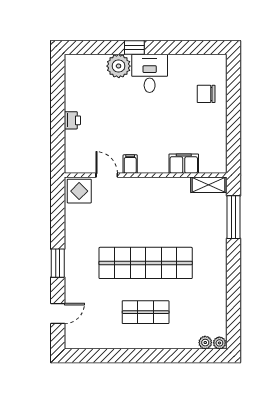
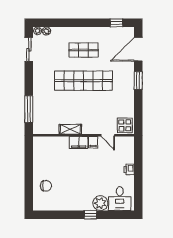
desk: (150, 73) -> (120, 199), moved
filing cabinet: (184, 164) -> (79, 142), moved
shelving: (208, 185) -> (70, 129), moved
door: (58, 313) -> (138, 49), width x1.88
sliding door: (233, 313) -> (29, 50), added
window: (93, 356) -> (116, 23), added

